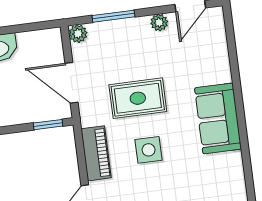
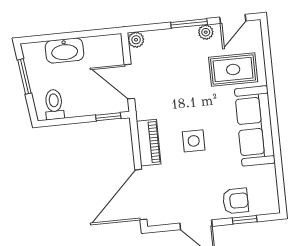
window: (113, 16) -> (189, 23), moved
rug: (138, 98) -> (233, 70), moved
sofa: (218, 118) -> (255, 126), width x1.36

